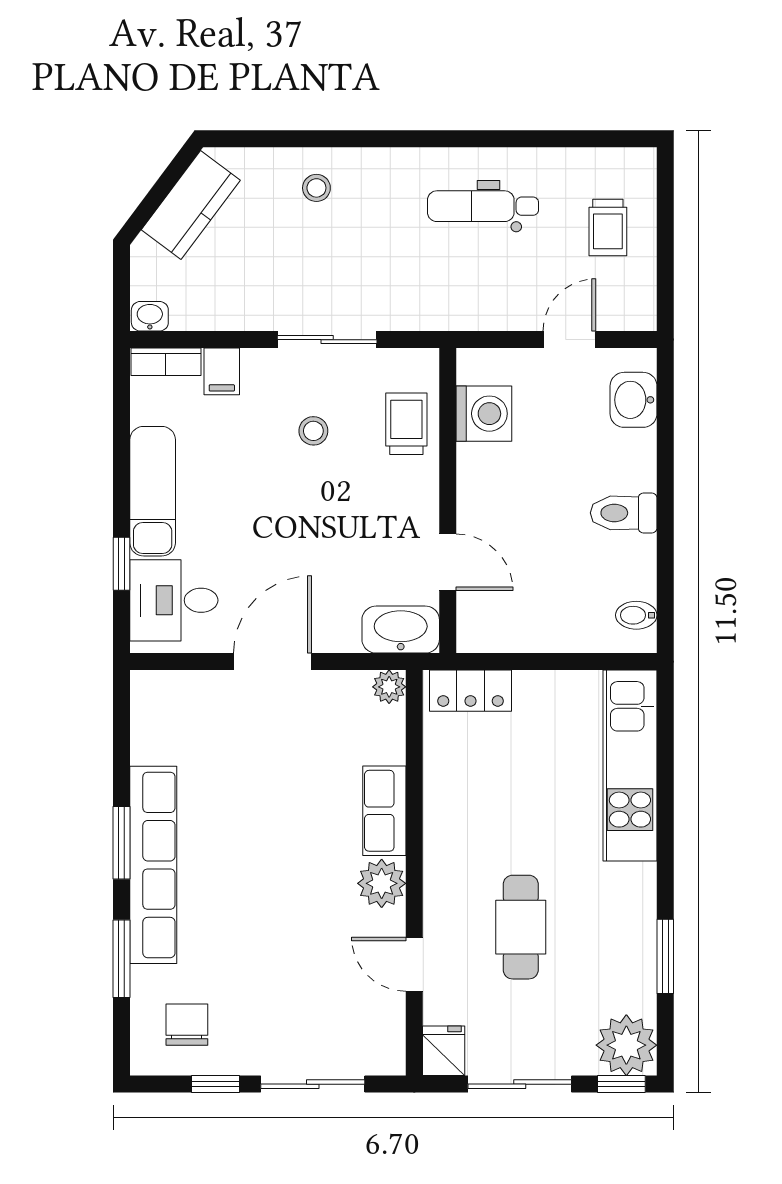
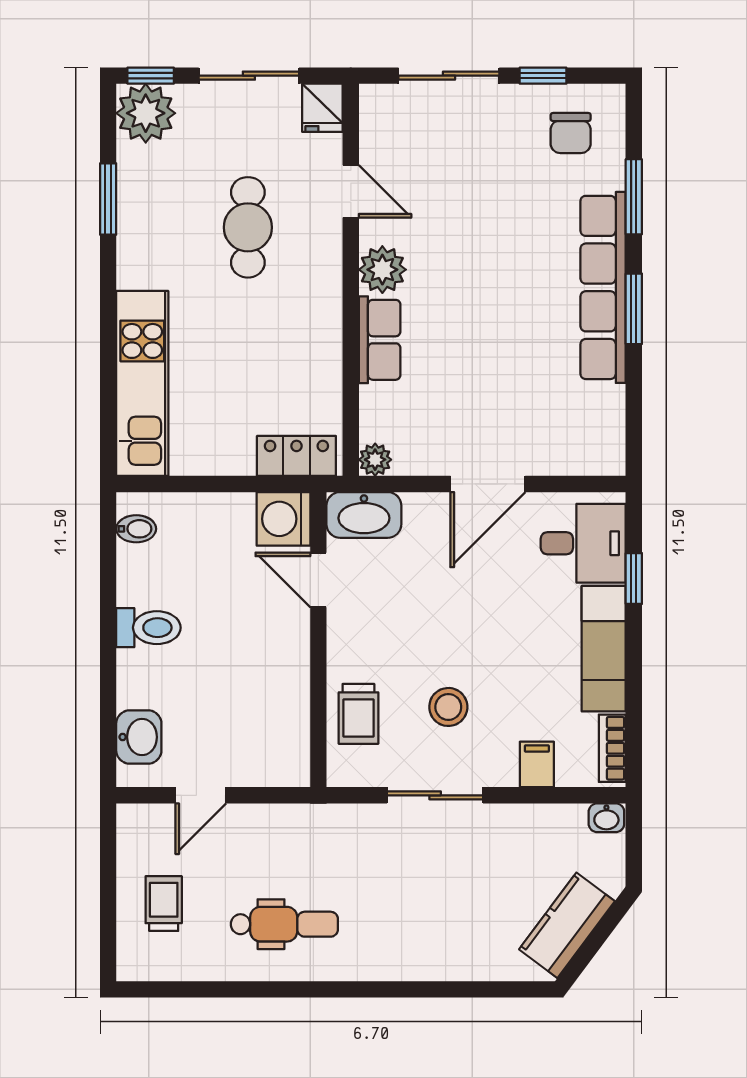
stool: (316, 188) -> (445, 942), removed
bookcase: (166, 362) -> (612, 748), moved, turned -90
washing machine: (484, 414) -> (284, 519), moved
stool: (313, 431) -> (448, 707), width x1.37, depth x1.37

